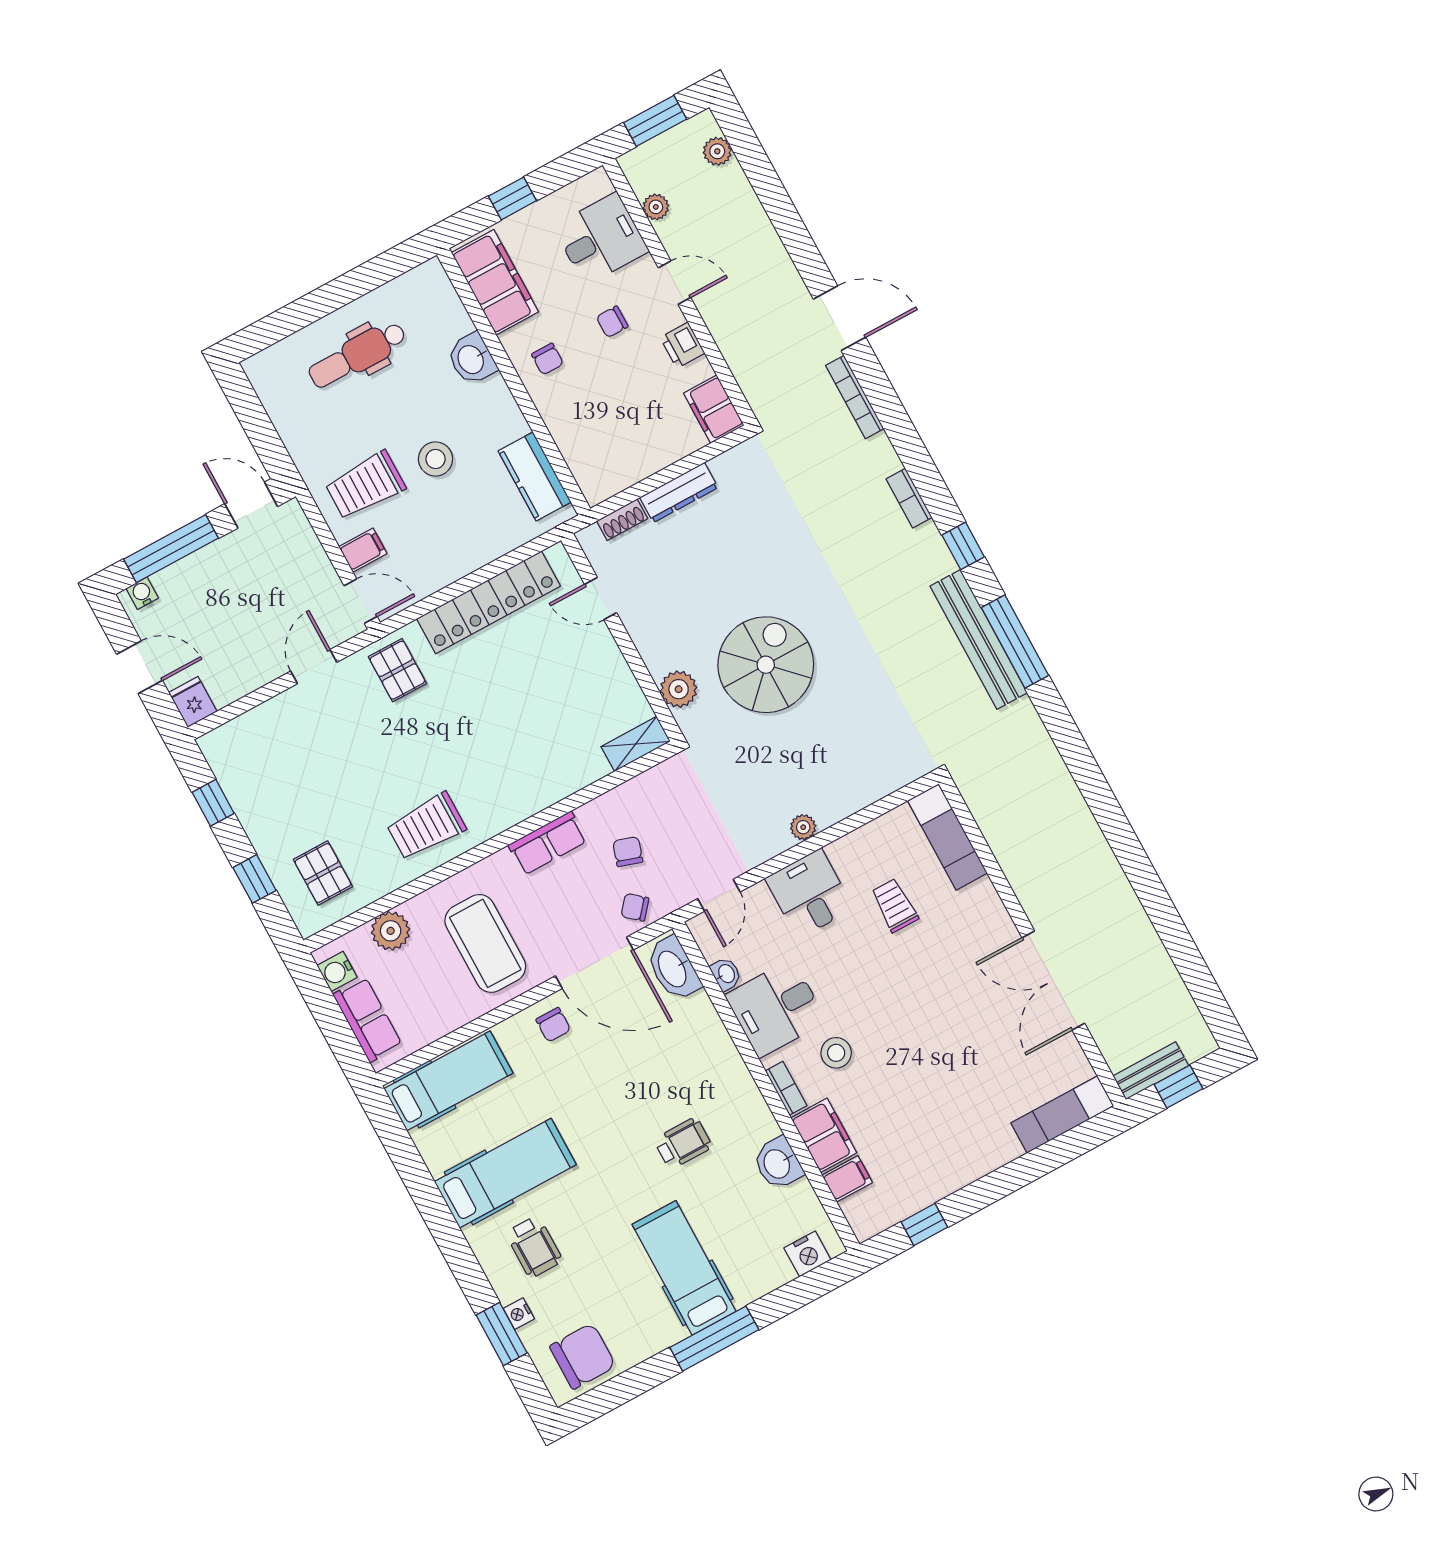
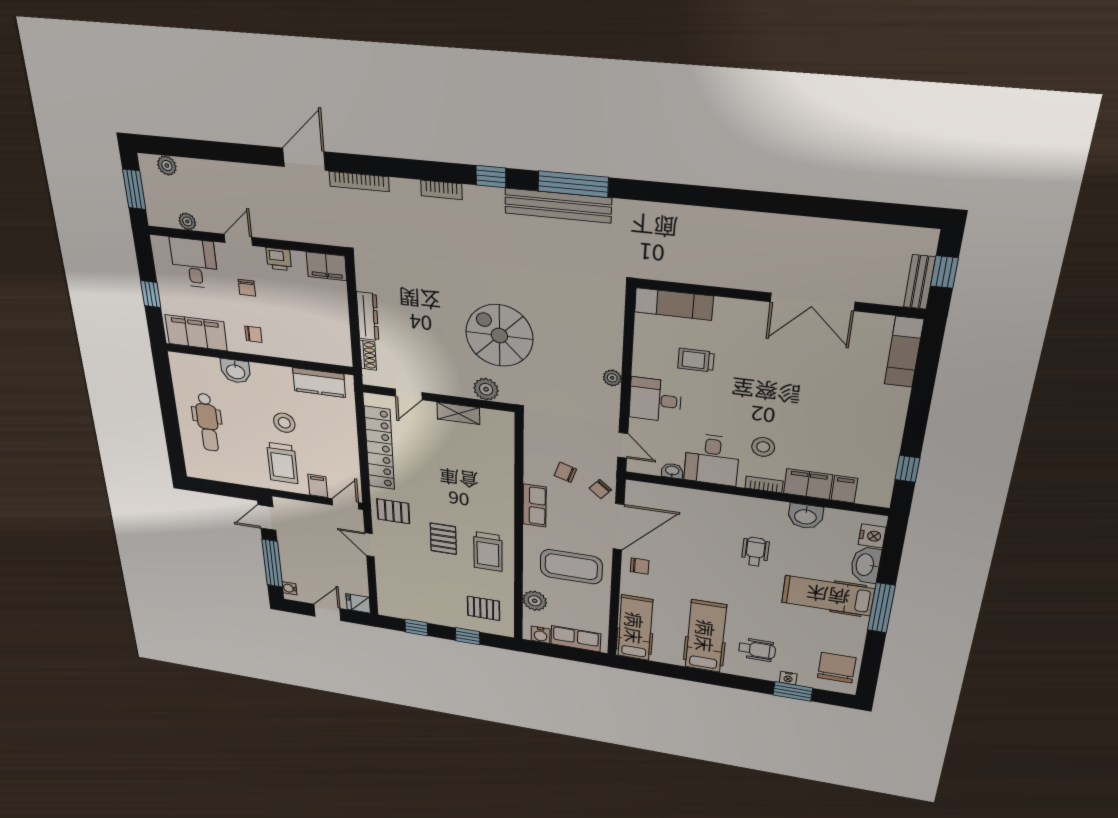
shelving: (636, 744) -> (458, 413), moved, turned 90
pallet: (402, 758) -> (443, 539), added
washbasin: (673, 968) -> (866, 565), moved, turned 90

